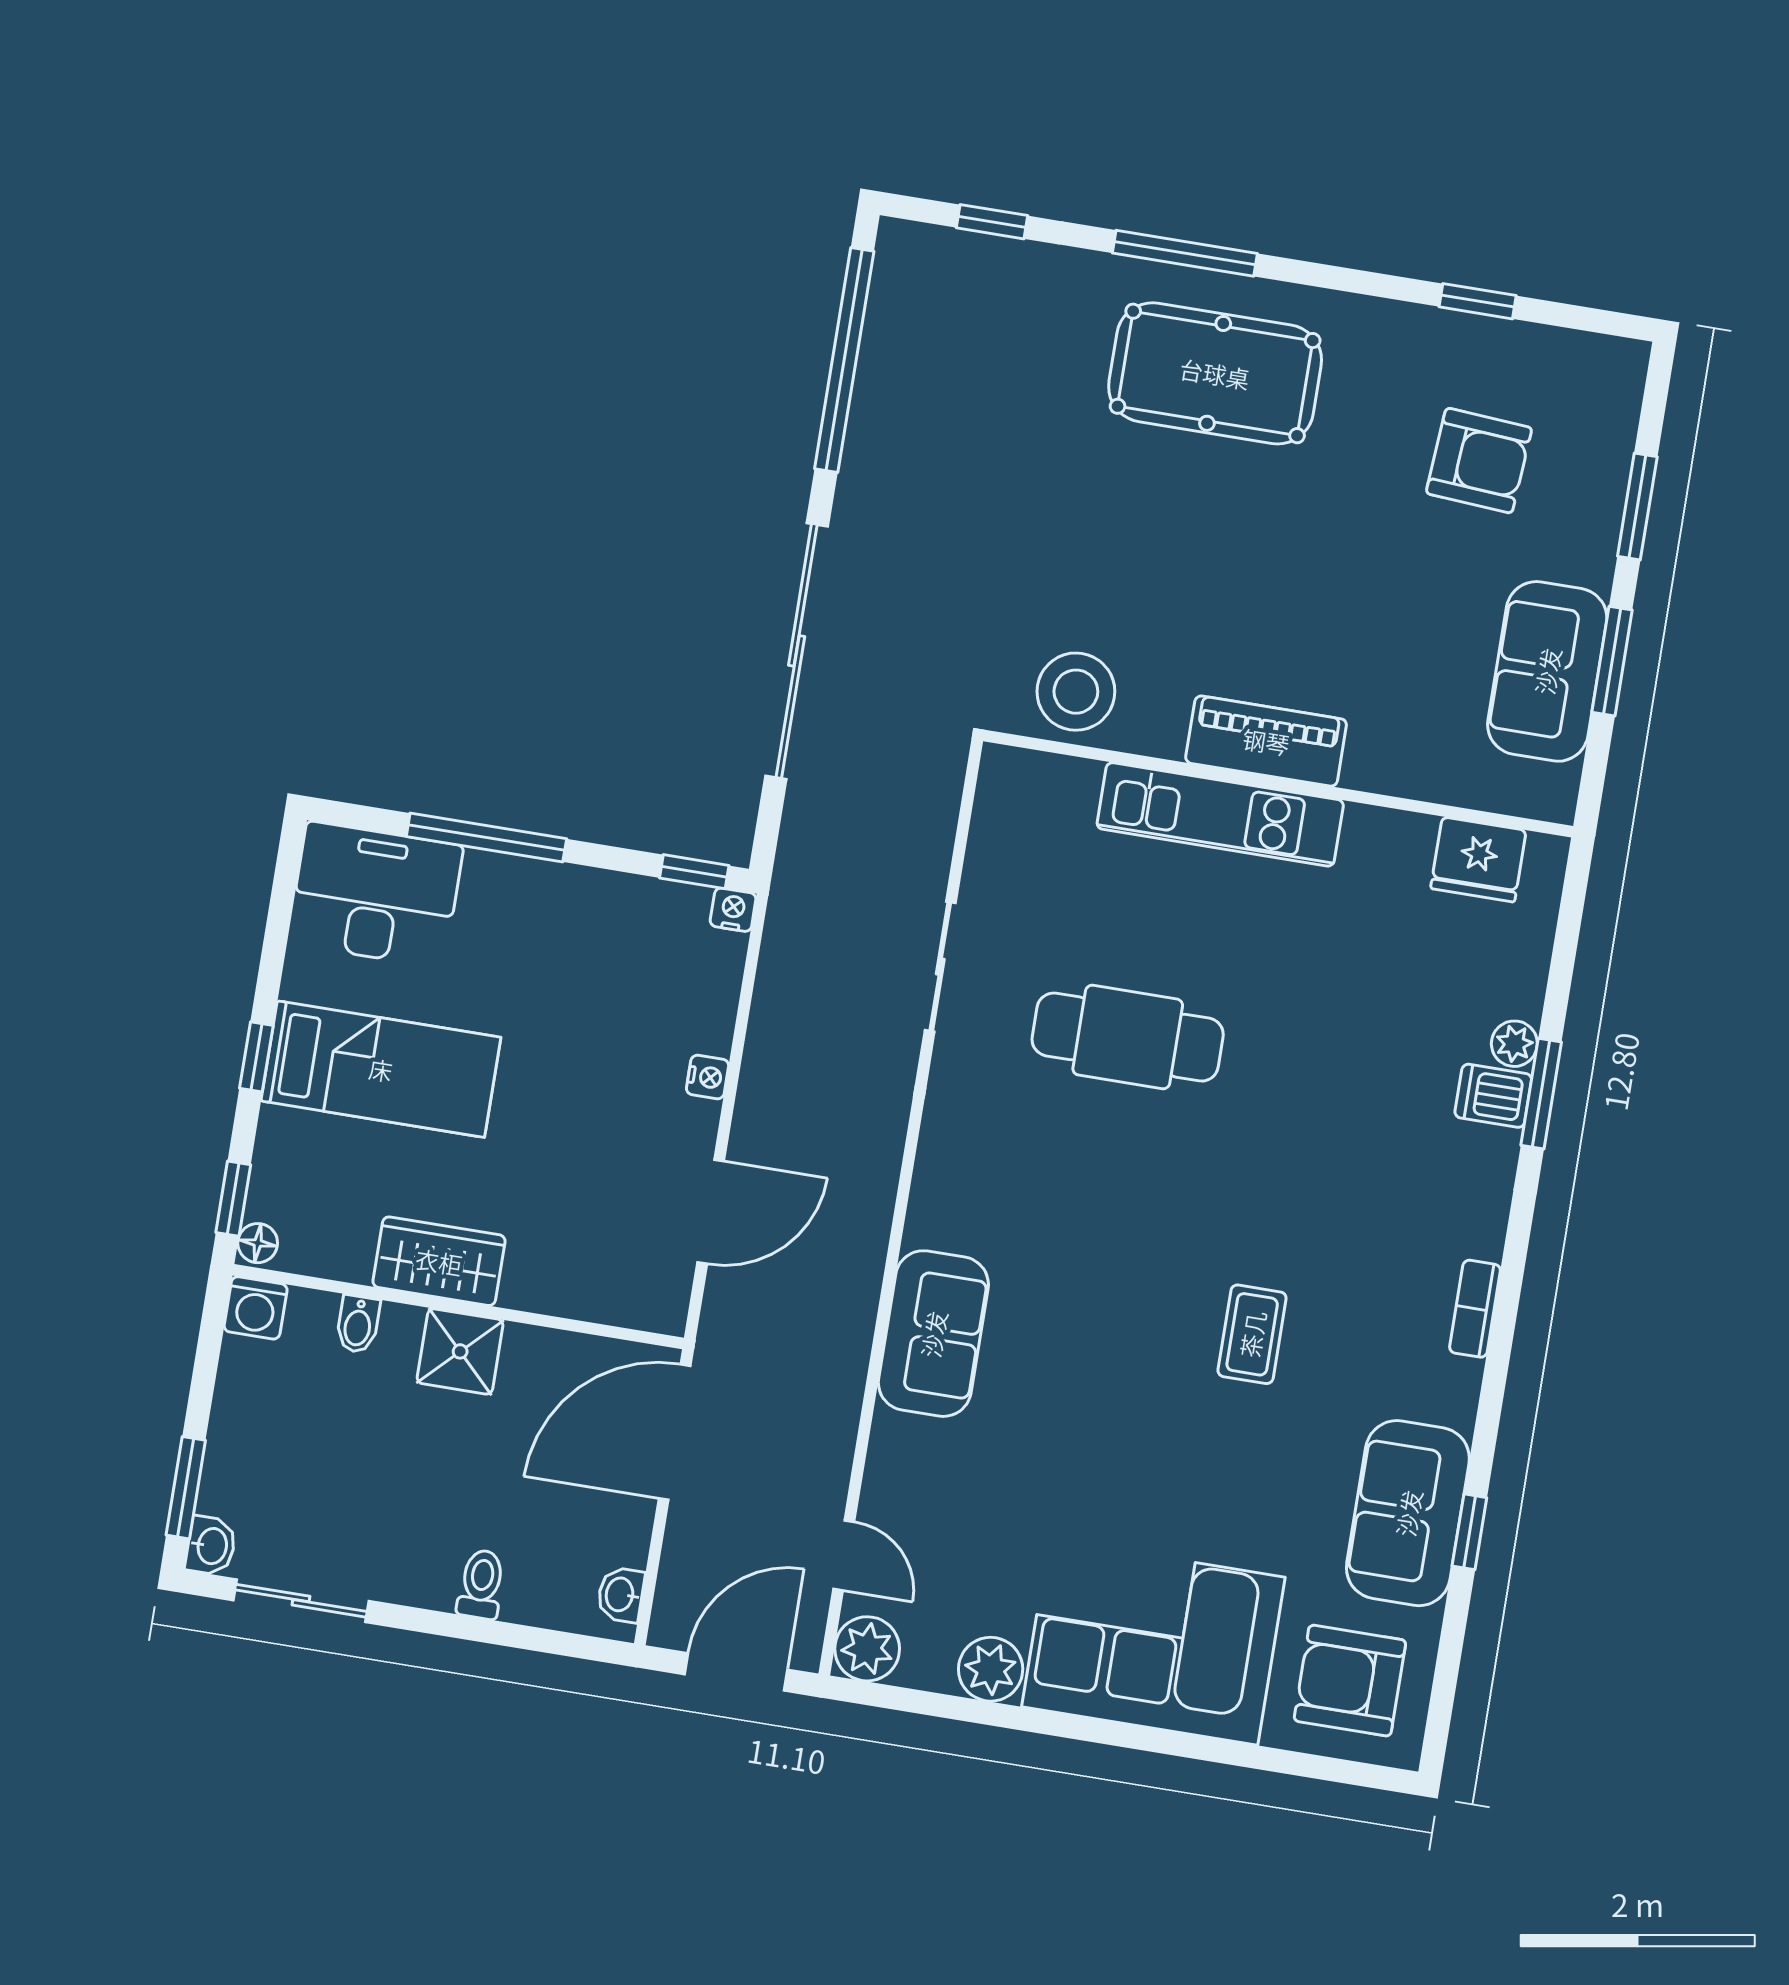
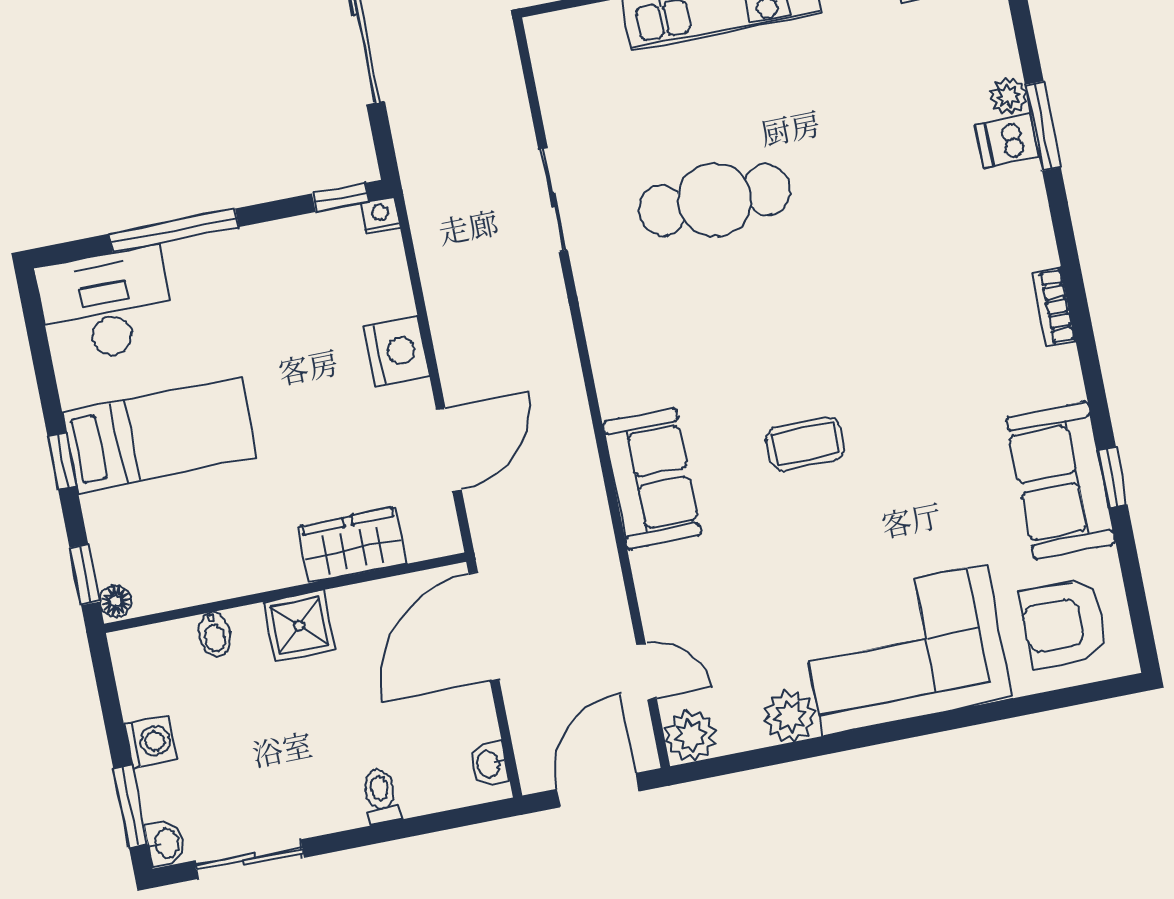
nightstand: (708, 1077) -> (397, 351), width x1.89, depth x1.79
wardrobe: (439, 1261) -> (352, 545), moved
washing machine: (256, 1308) -> (150, 742), moved, turned -90
coffee table: (1252, 1334) -> (805, 444), moved, turned 90

